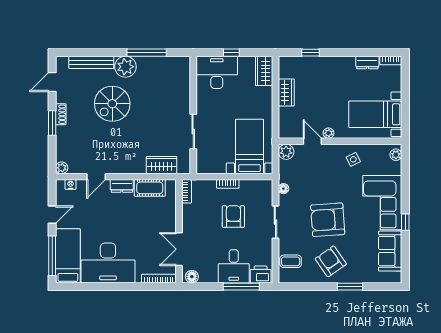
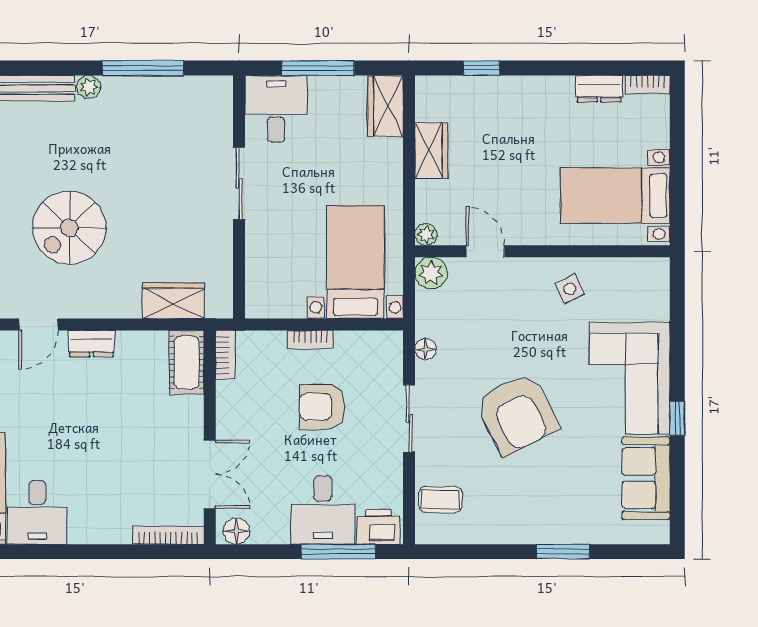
window: (231, 53) -> (318, 68), width x2.17
plant: (125, 67) -> (89, 87), width x0.53, depth x0.53
desk: (217, 72) -> (276, 109), width x0.73
spiral stairs: (112, 104) -> (69, 228), moved
sliding door: (193, 131) -> (239, 183), moved
plant: (328, 133) -> (426, 234), moved
plant: (396, 155) -> (658, 279), removed
cot: (150, 188) -> (187, 362), moved, turned 90
armchair: (233, 216) -> (322, 407), turned -90
armchair: (328, 220) -> (517, 414), turned -113
double door: (179, 249) -> (210, 474), swing flipped
armchair: (331, 261) -> (523, 500), removed
desk: (108, 263) -> (37, 512), width x0.53, depth x0.77

